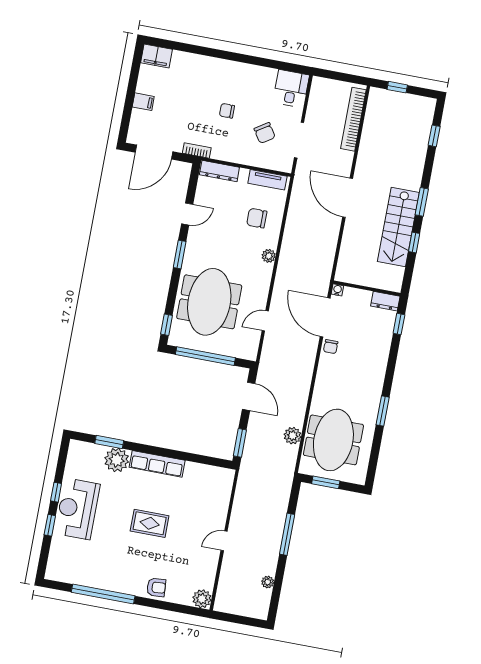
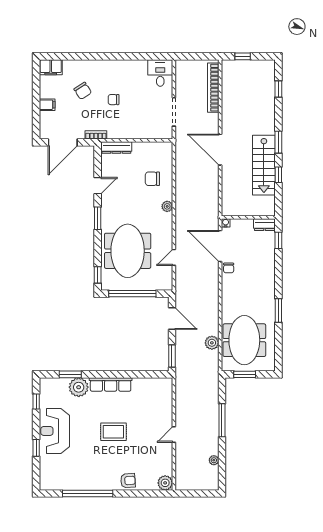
chair: (265, 133) -> (83, 91), moved
tv unit: (267, 180) -> (155, 147), removed
window: (56, 492) -> (36, 402), moved

